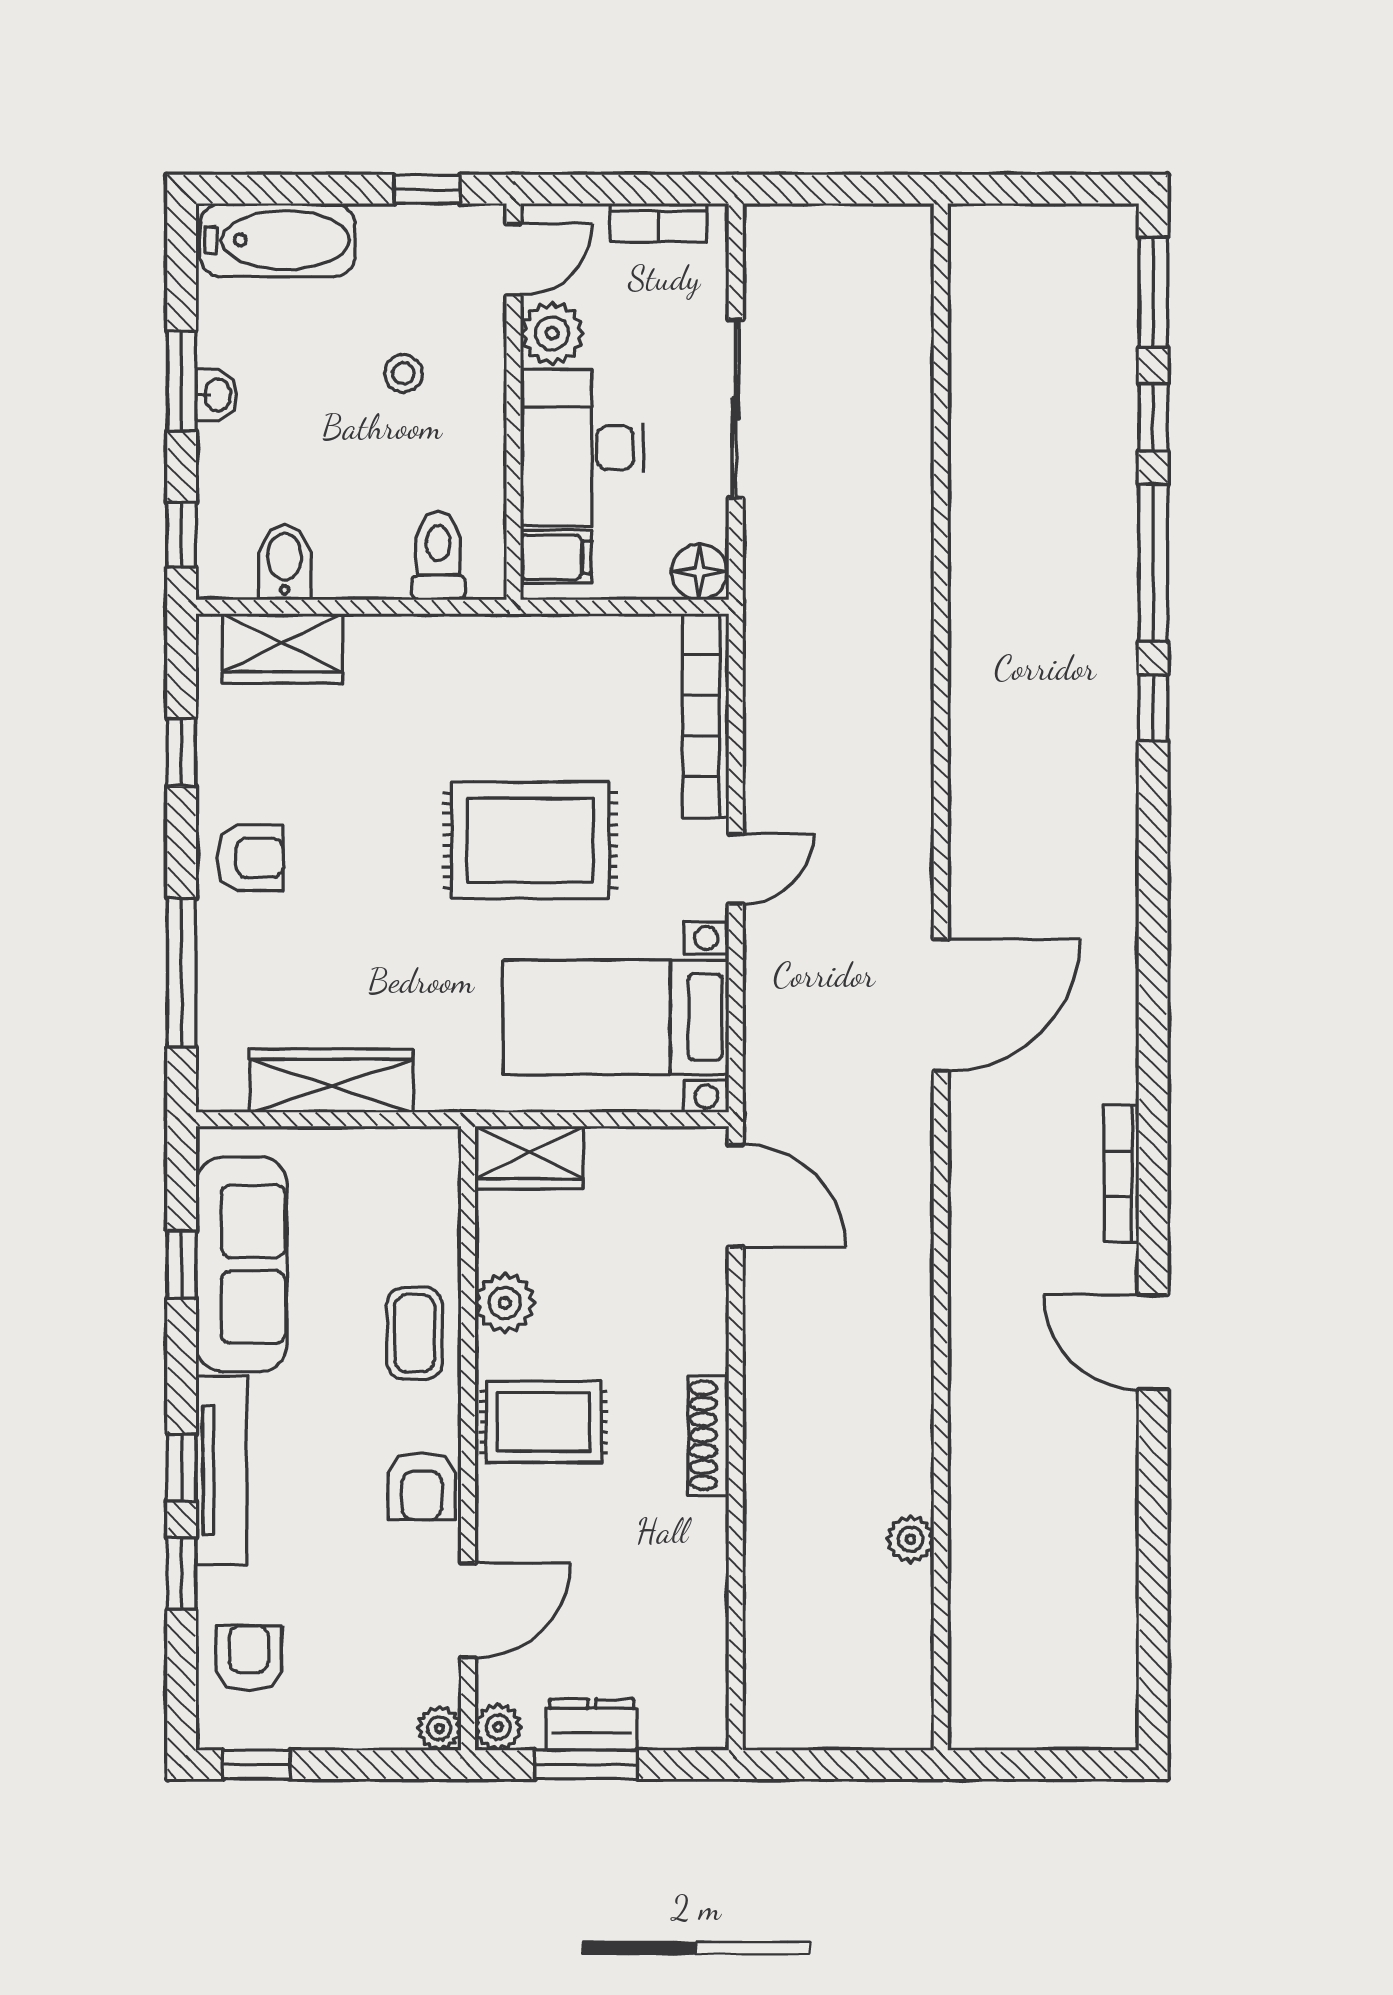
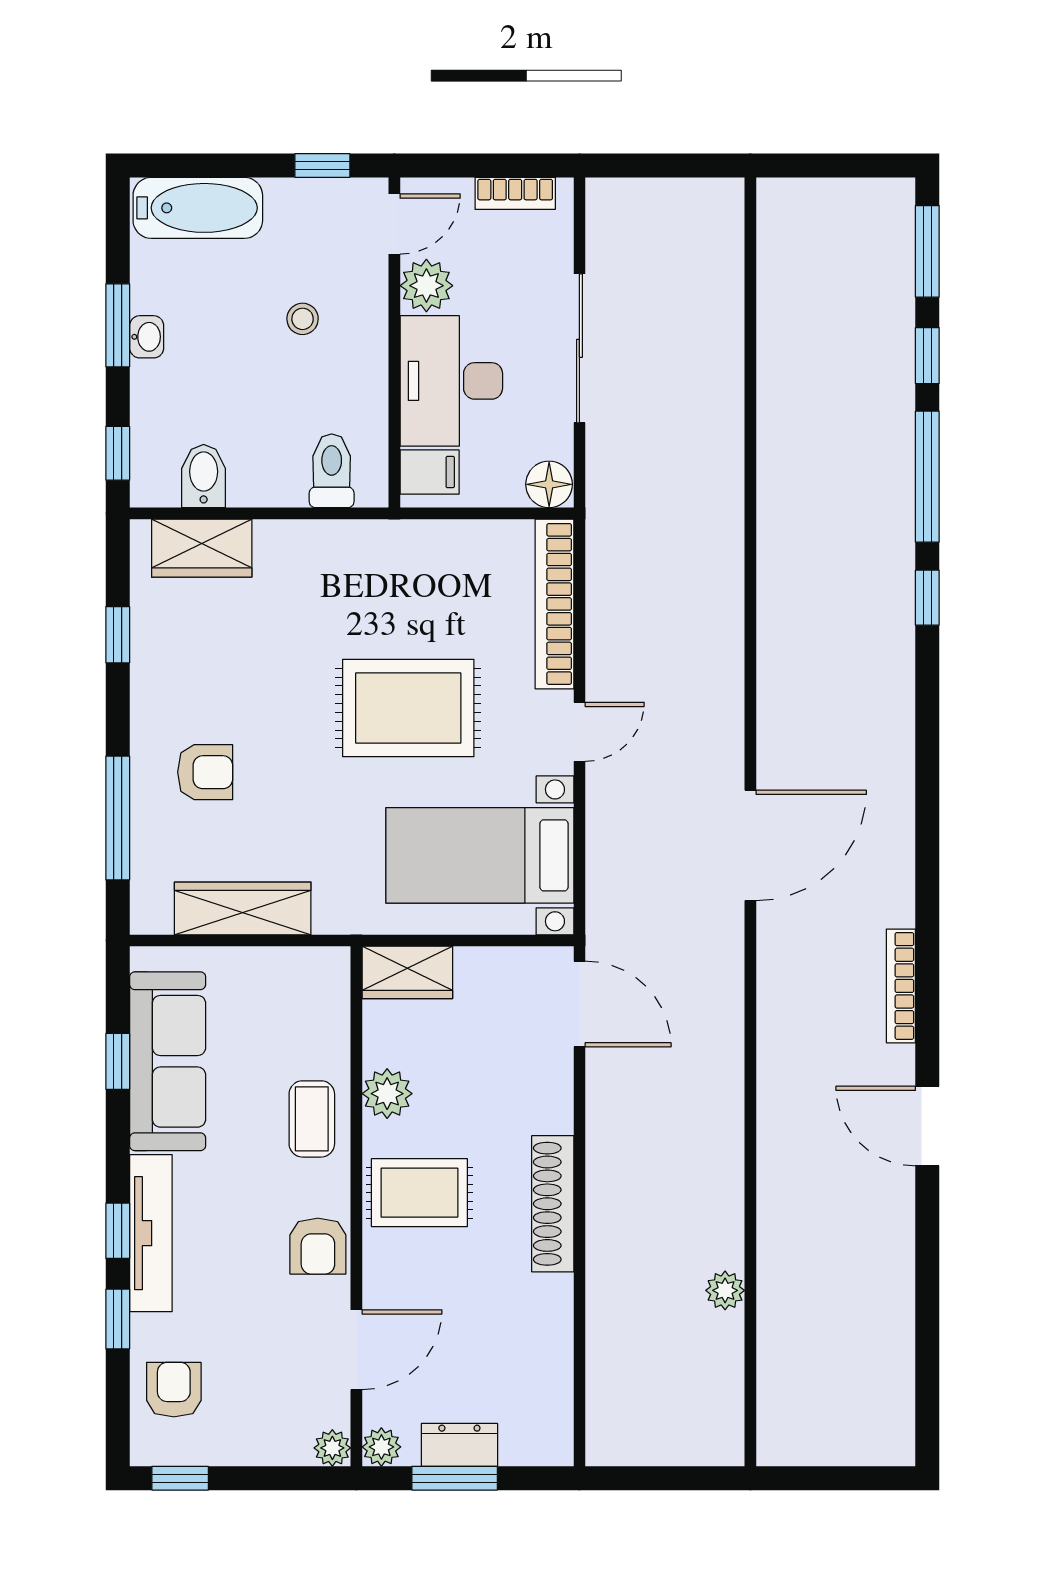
armchair: (250, 858) -> (205, 772), moved
shoe rack: (708, 1435) -> (553, 1204), width x1.36, depth x1.24

